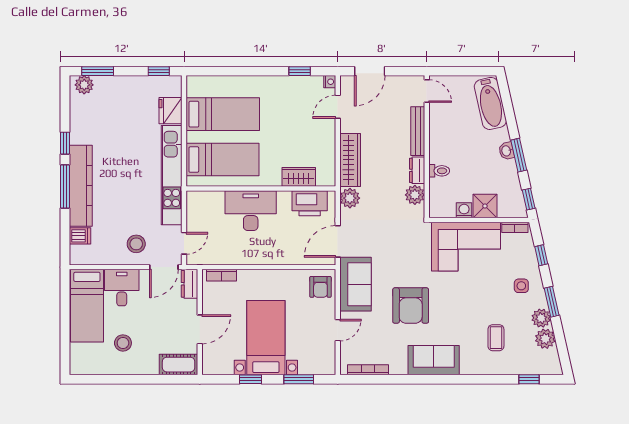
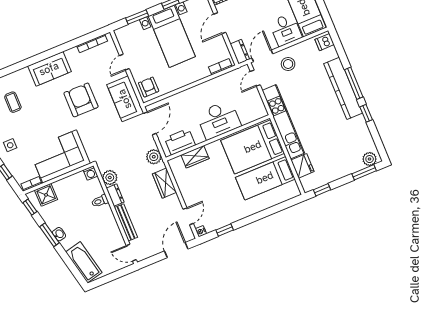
bed: (222, 160) -> (253, 147), width x1.50
wardrobe: (350, 160) -> (164, 183), width x0.67
shower: (485, 206) -> (46, 195), moved
washing machine: (464, 210) -> (90, 173), moved
dishwasher: (80, 236) -> (325, 42), moved

